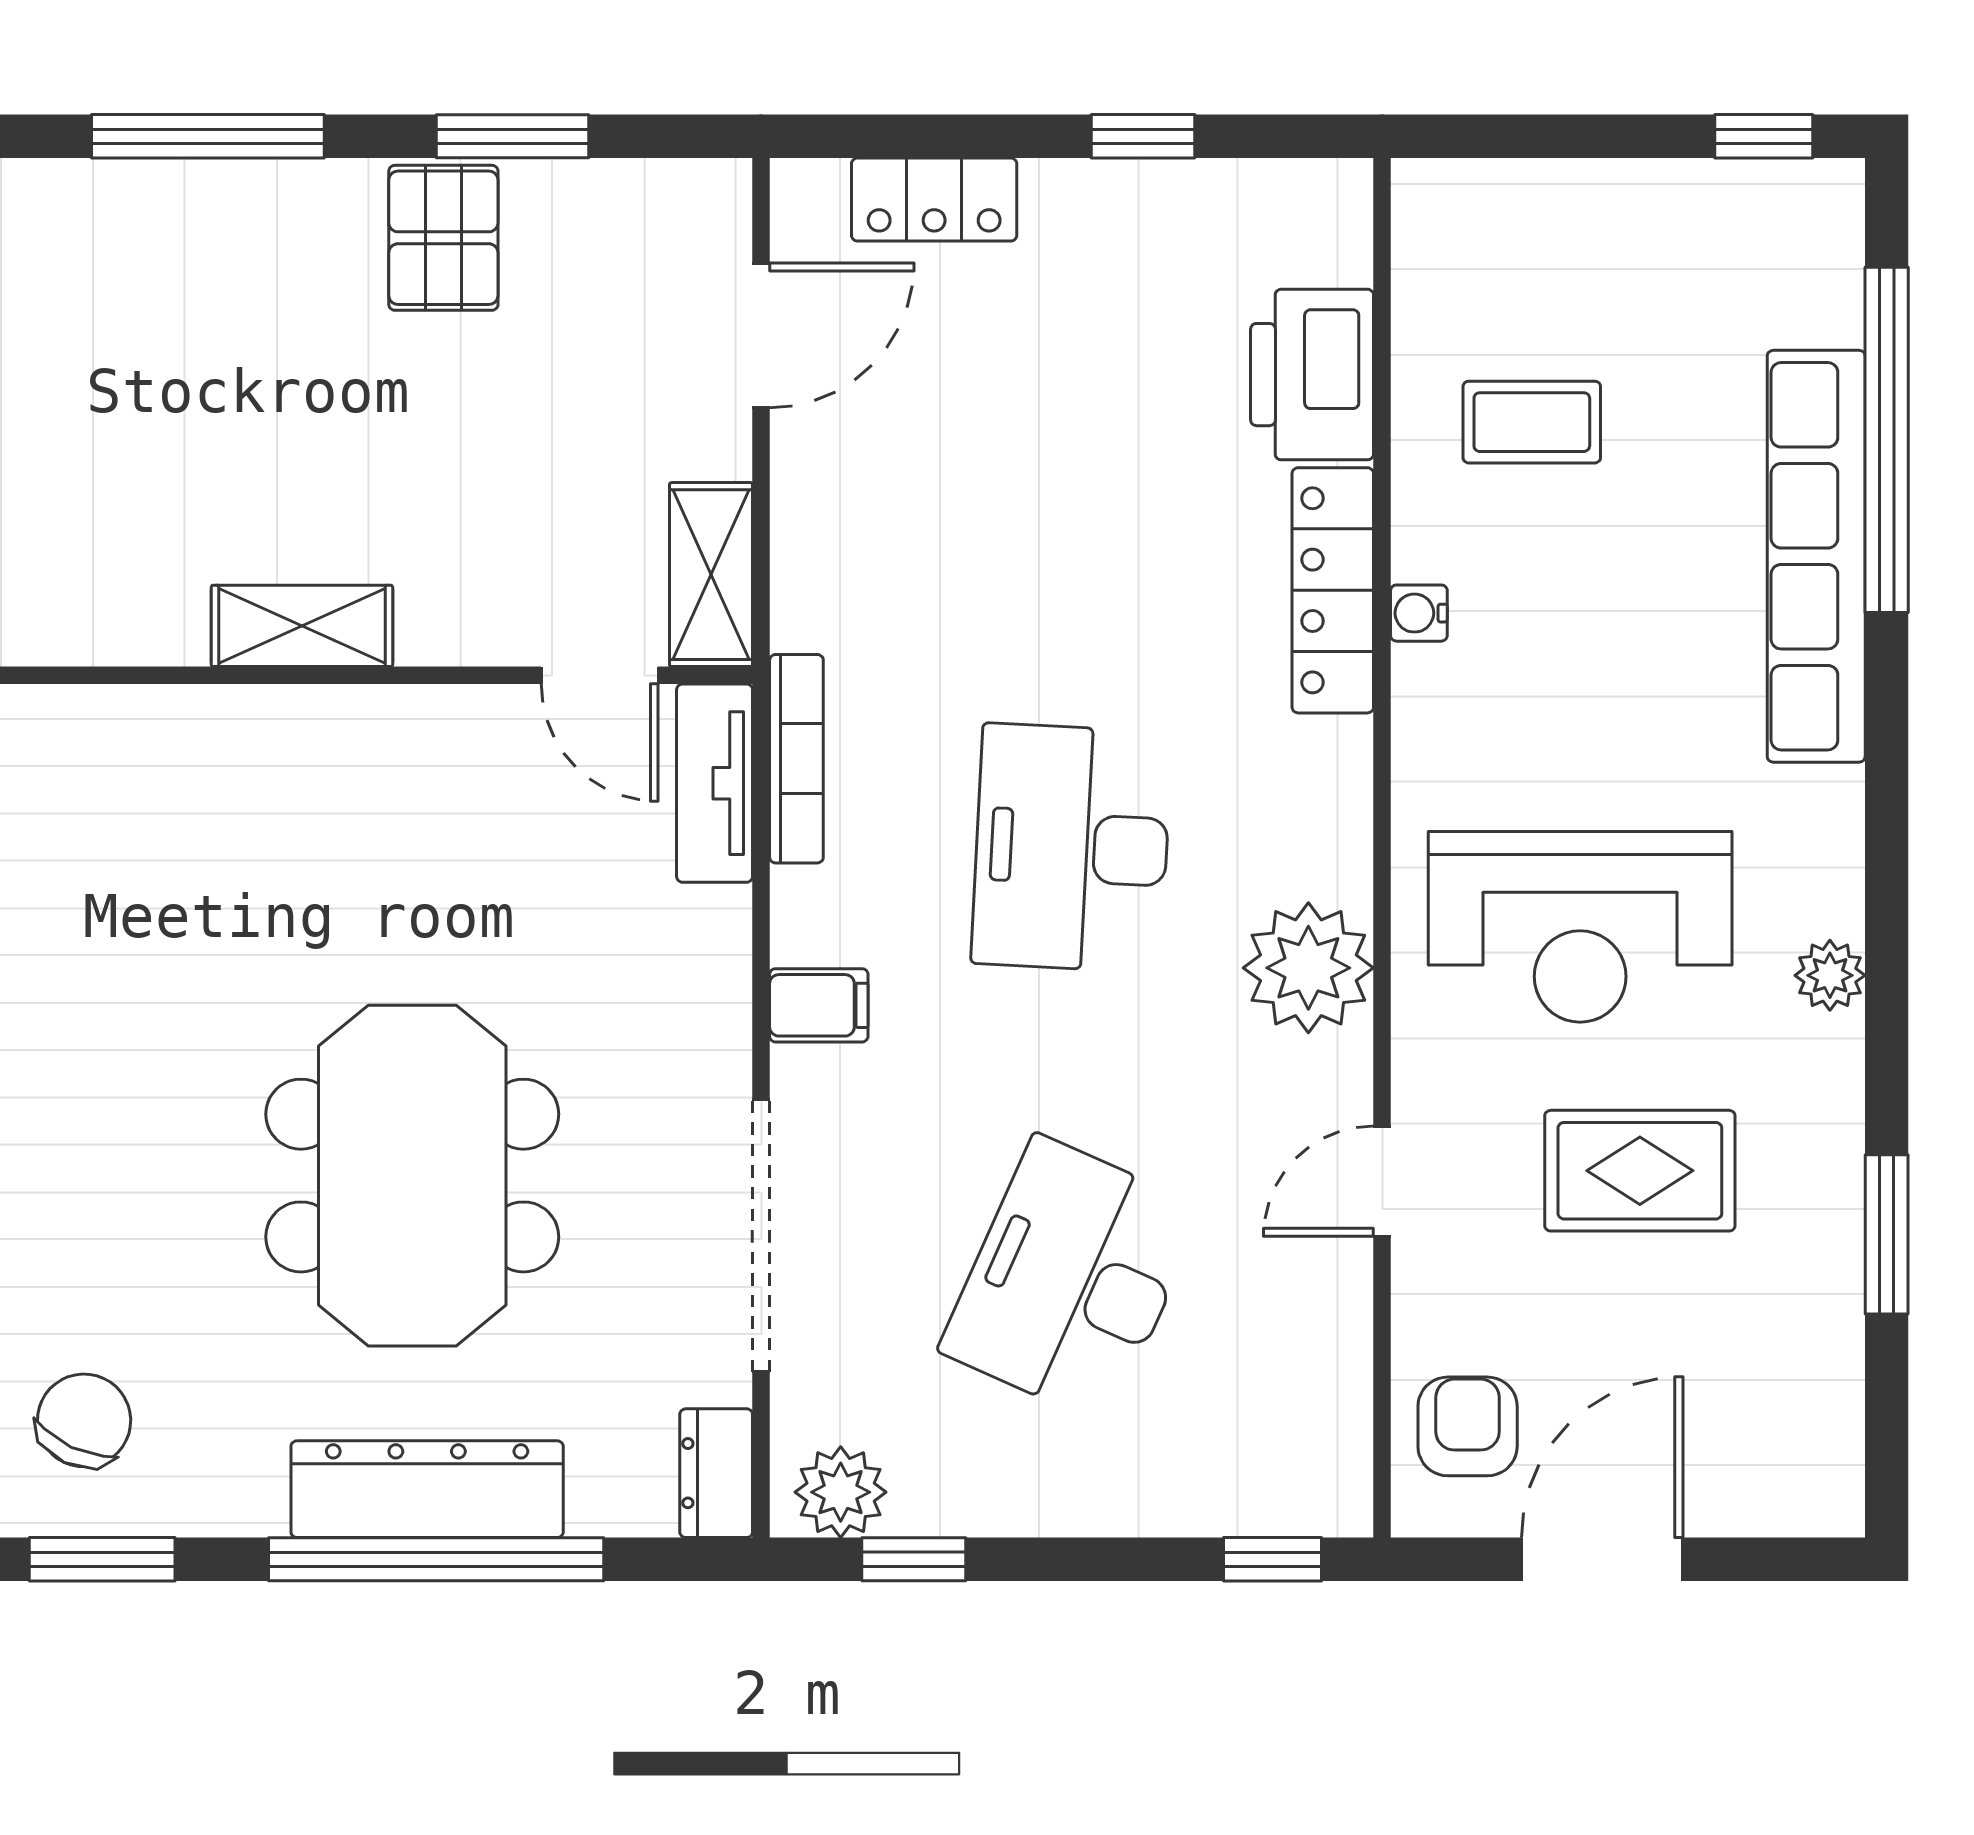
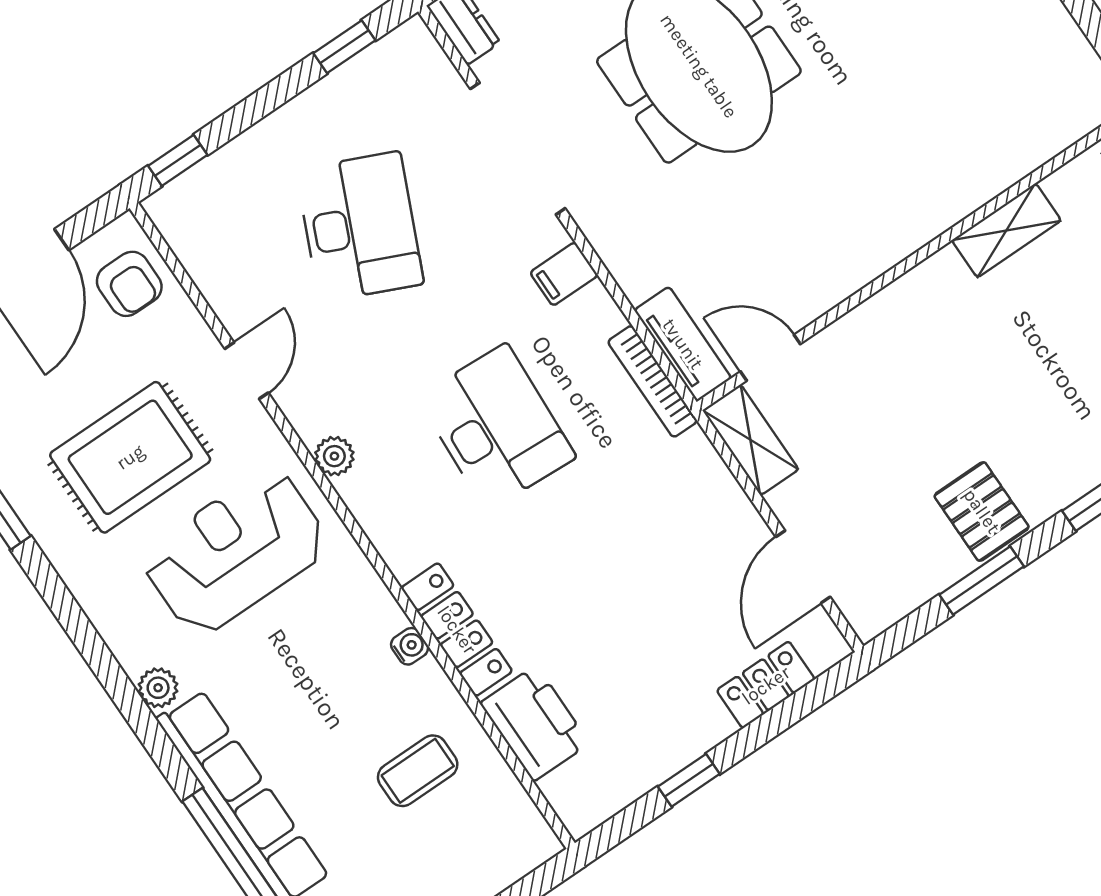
shelving: (302, 626) -> (1006, 230), moved
plant: (1308, 968) -> (334, 456), width x0.53, depth x0.53
plant: (1830, 975) -> (158, 688), moved
rug: (1640, 1171) -> (130, 457), width x1.36, depth x1.43
plant: (841, 1492) -> (400, 55), removed

